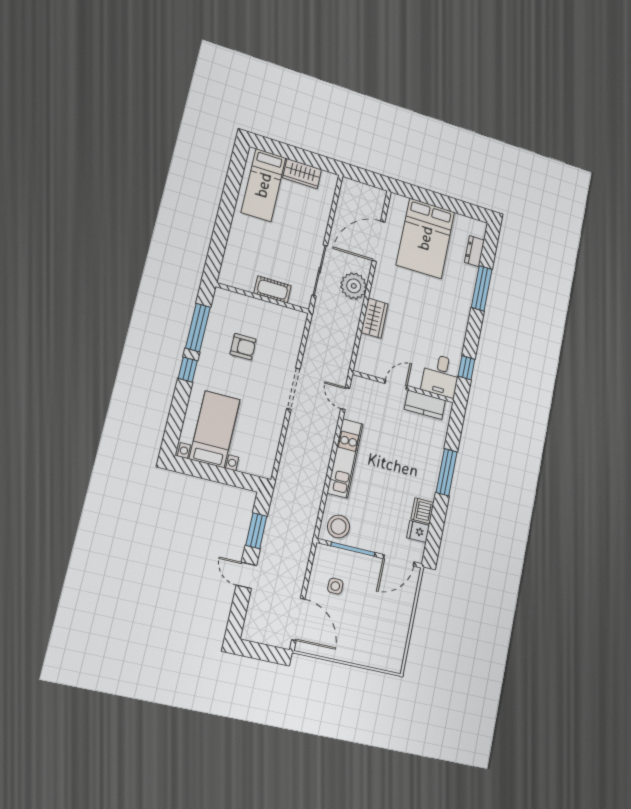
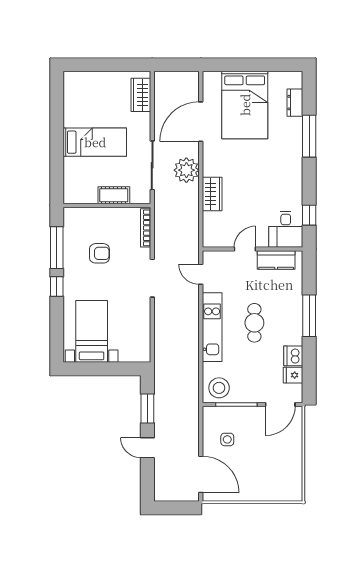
wardrobe: (302, 174) -> (141, 95), moved, turned 90
bed: (263, 185) -> (95, 142), moved, turned -90
bookcase: (298, 333) -> (146, 228), added
cafe table: (390, 465) -> (254, 323), added

